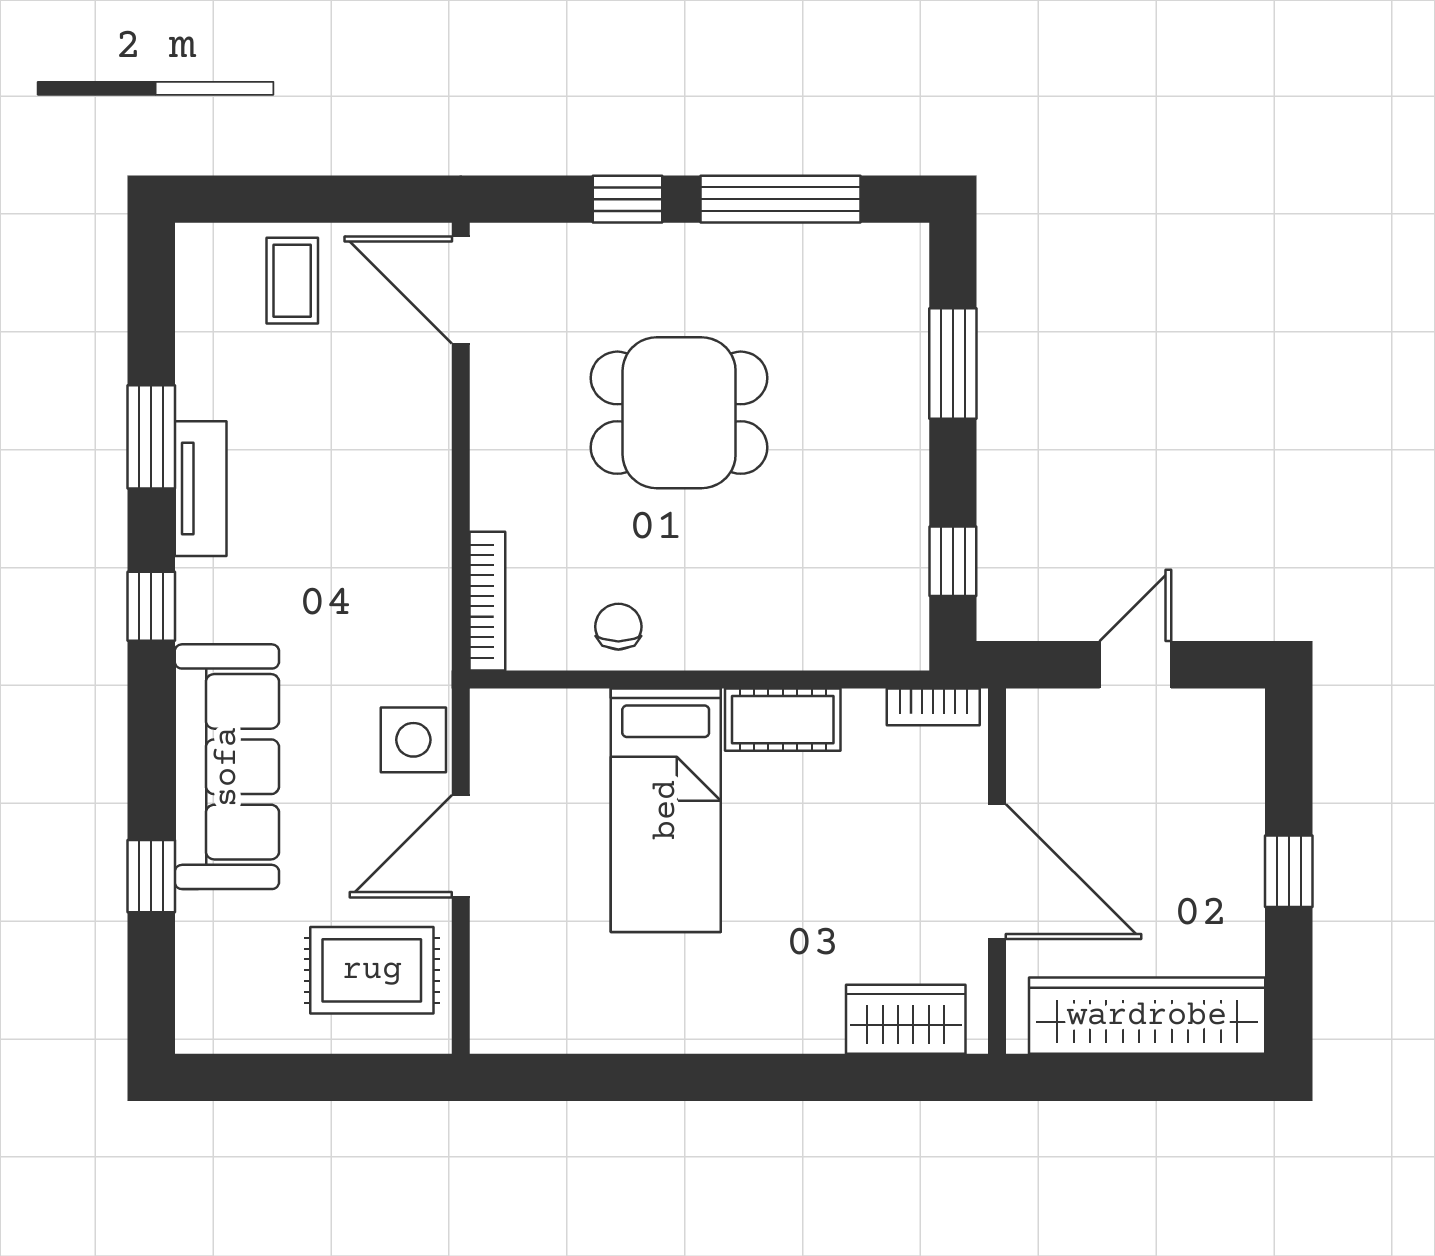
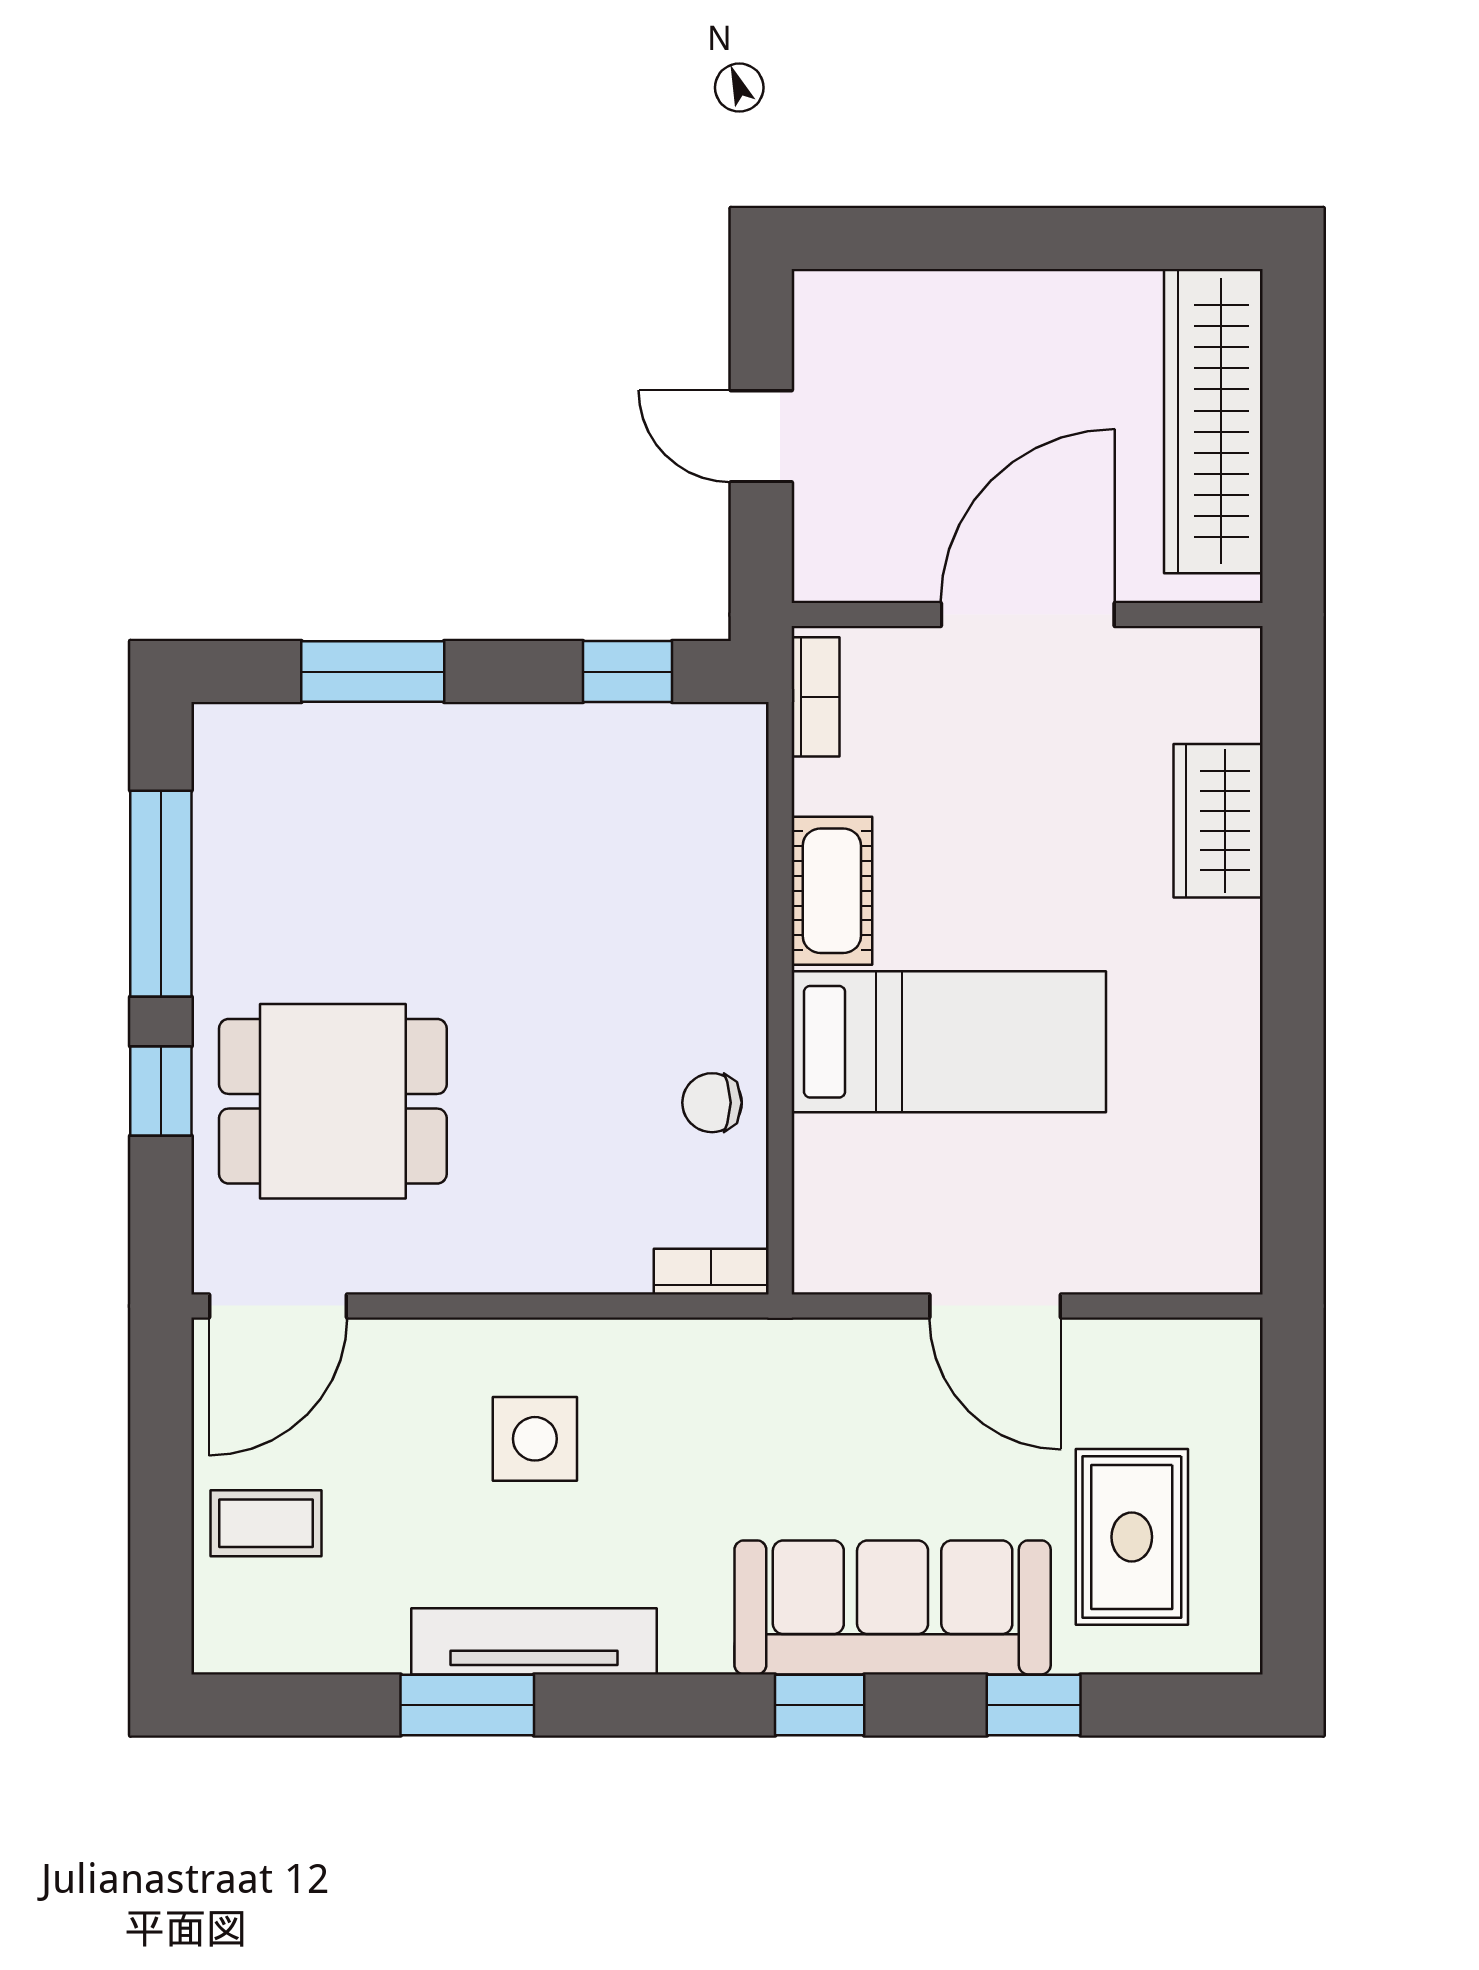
dining table: (679, 413) -> (333, 1101), moved, turned 90
tv unit: (201, 489) -> (534, 1641), width x1.41
bookcase: (487, 601) -> (711, 1272), width x0.64
window: (151, 606) -> (820, 1705), moved
side table: (413, 740) -> (535, 1439), moved
window: (1289, 871) -> (1027, 238), removed
rug: (372, 970) -> (1132, 1537), moved
wardrobe: (906, 1019) -> (1218, 821), moved

